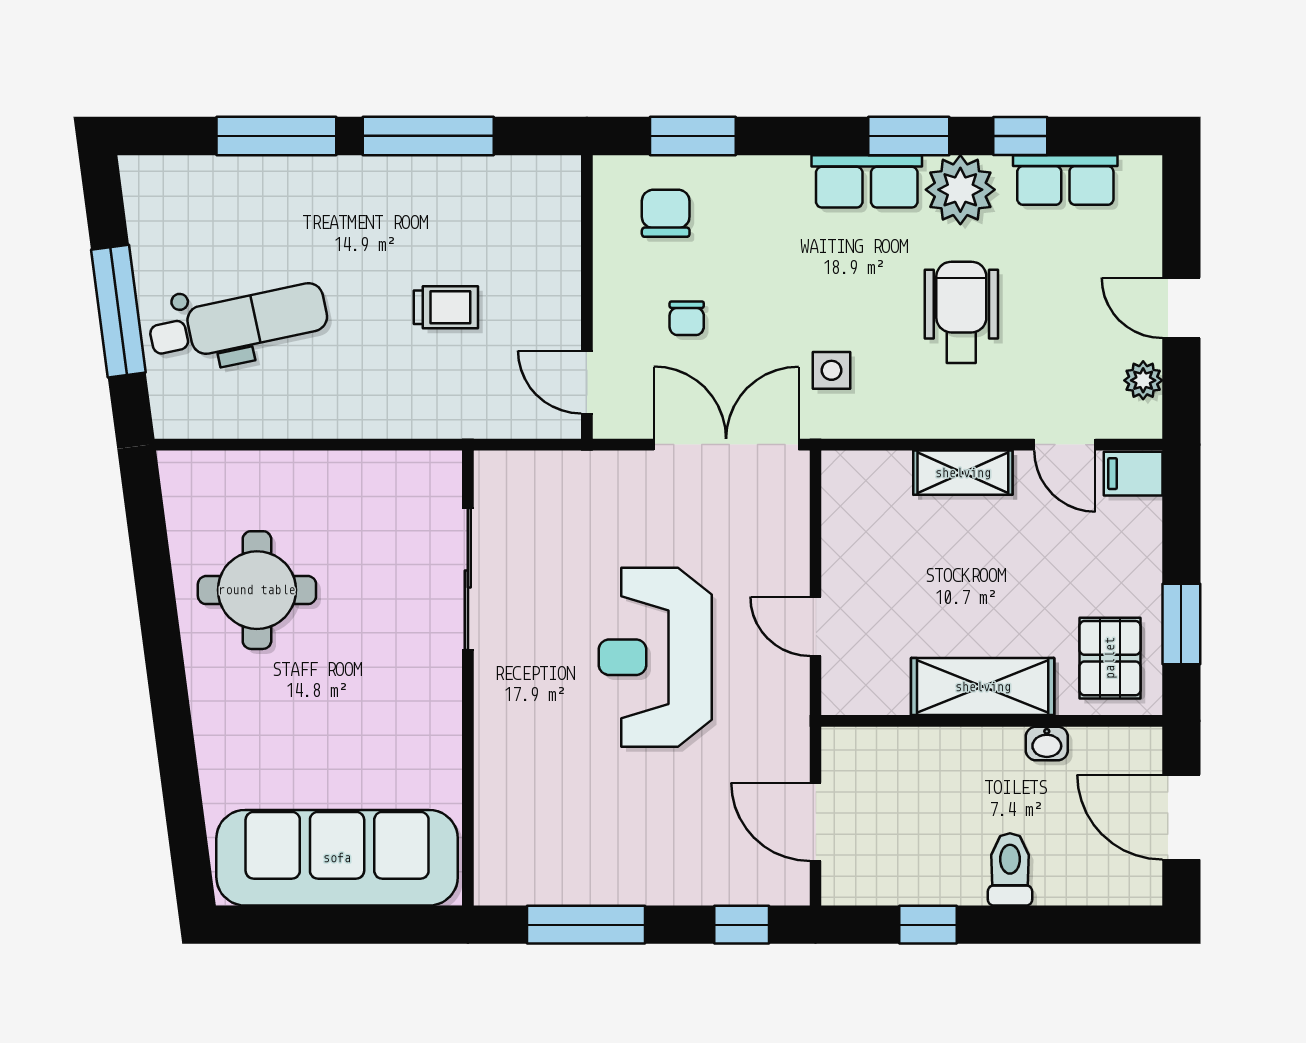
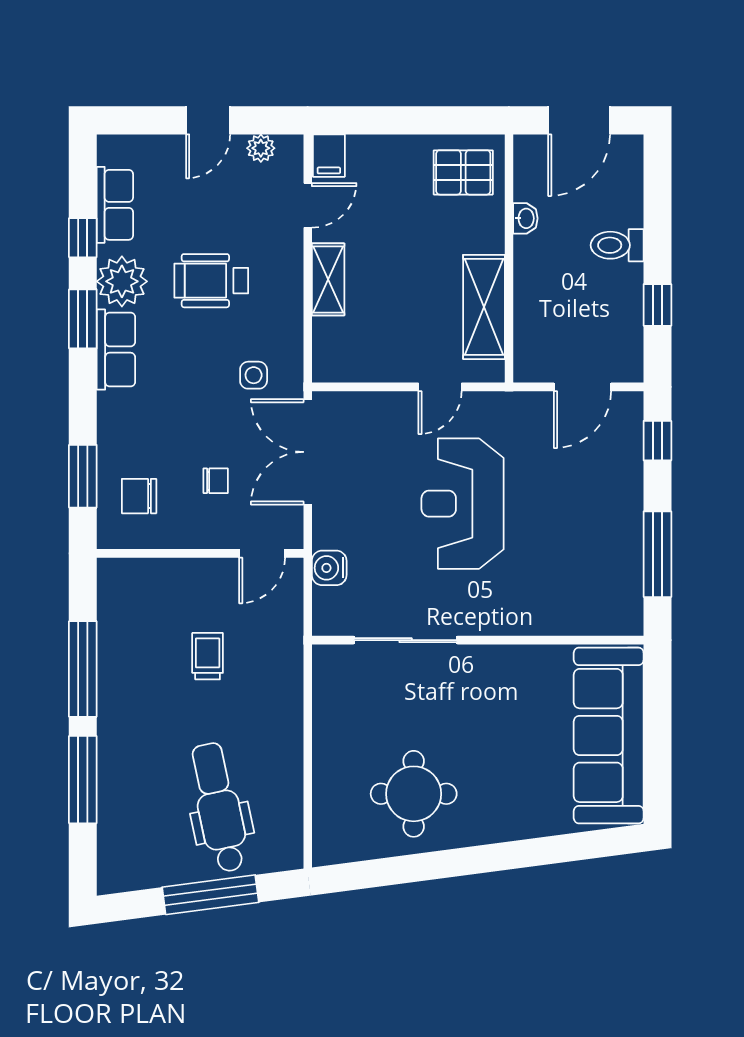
water cooler: (567, 474) -> (329, 568), added
window: (1181, 624) -> (438, 120), removed
reception desk: (655, 657) -> (463, 504), turned 90
shelving: (983, 687) -> (484, 307), moved

